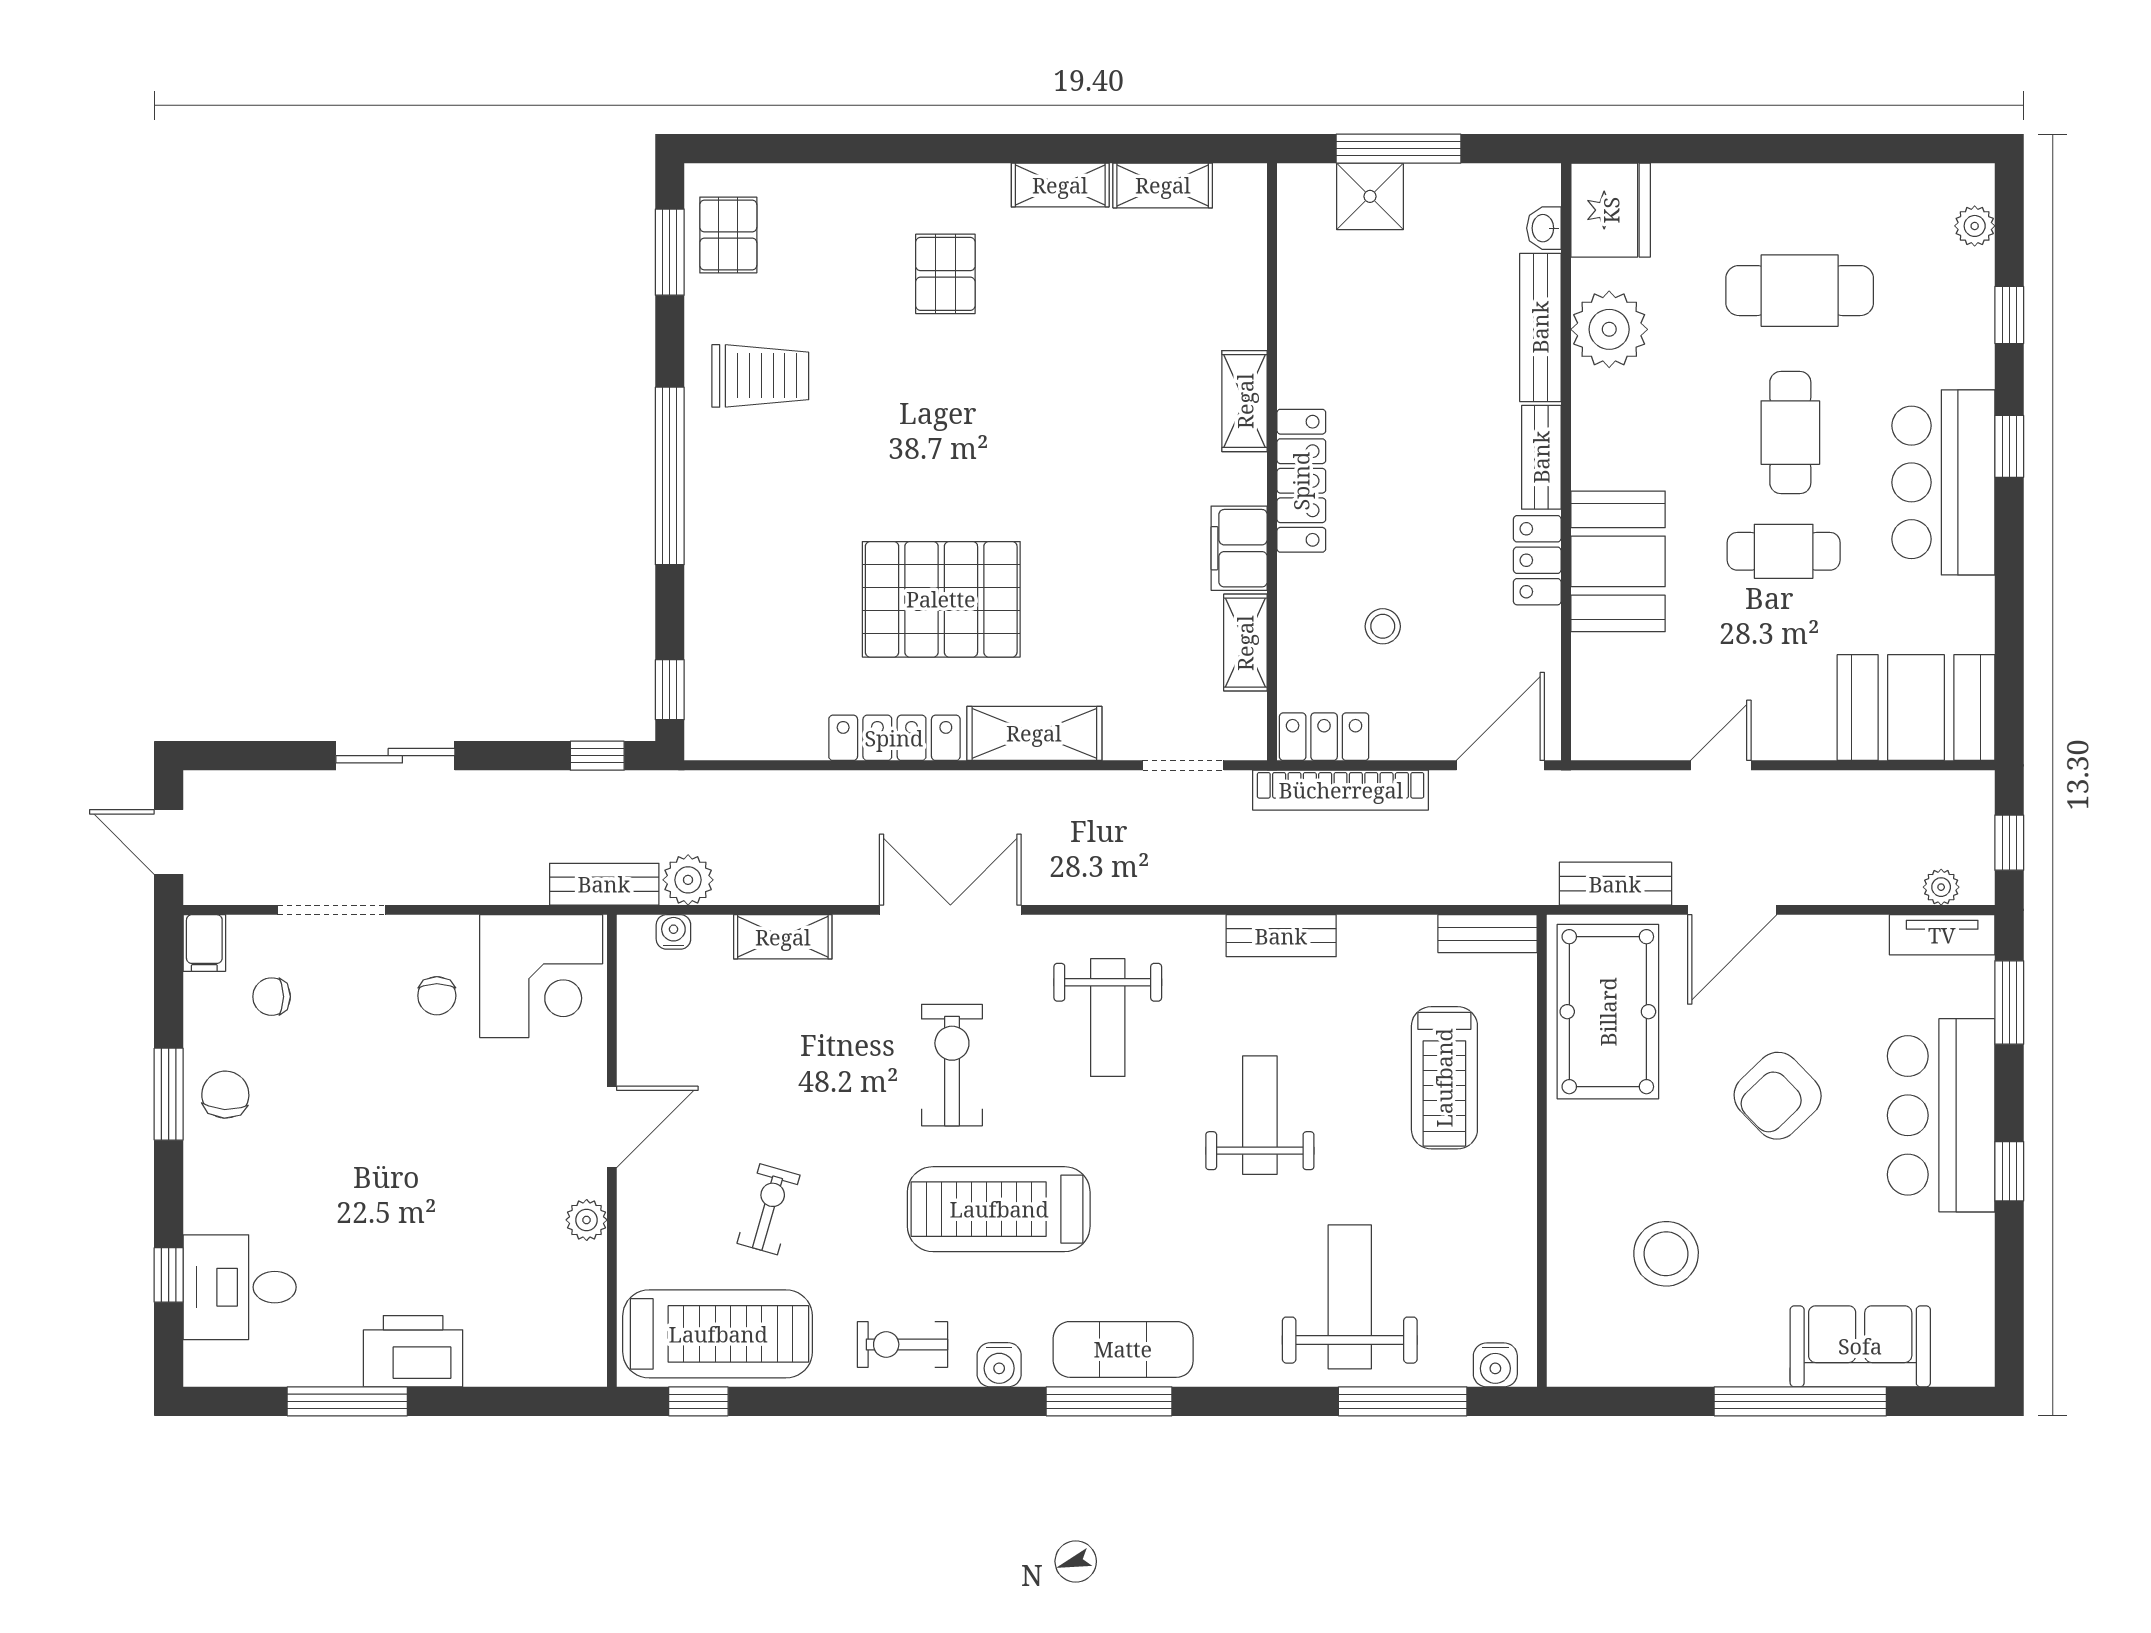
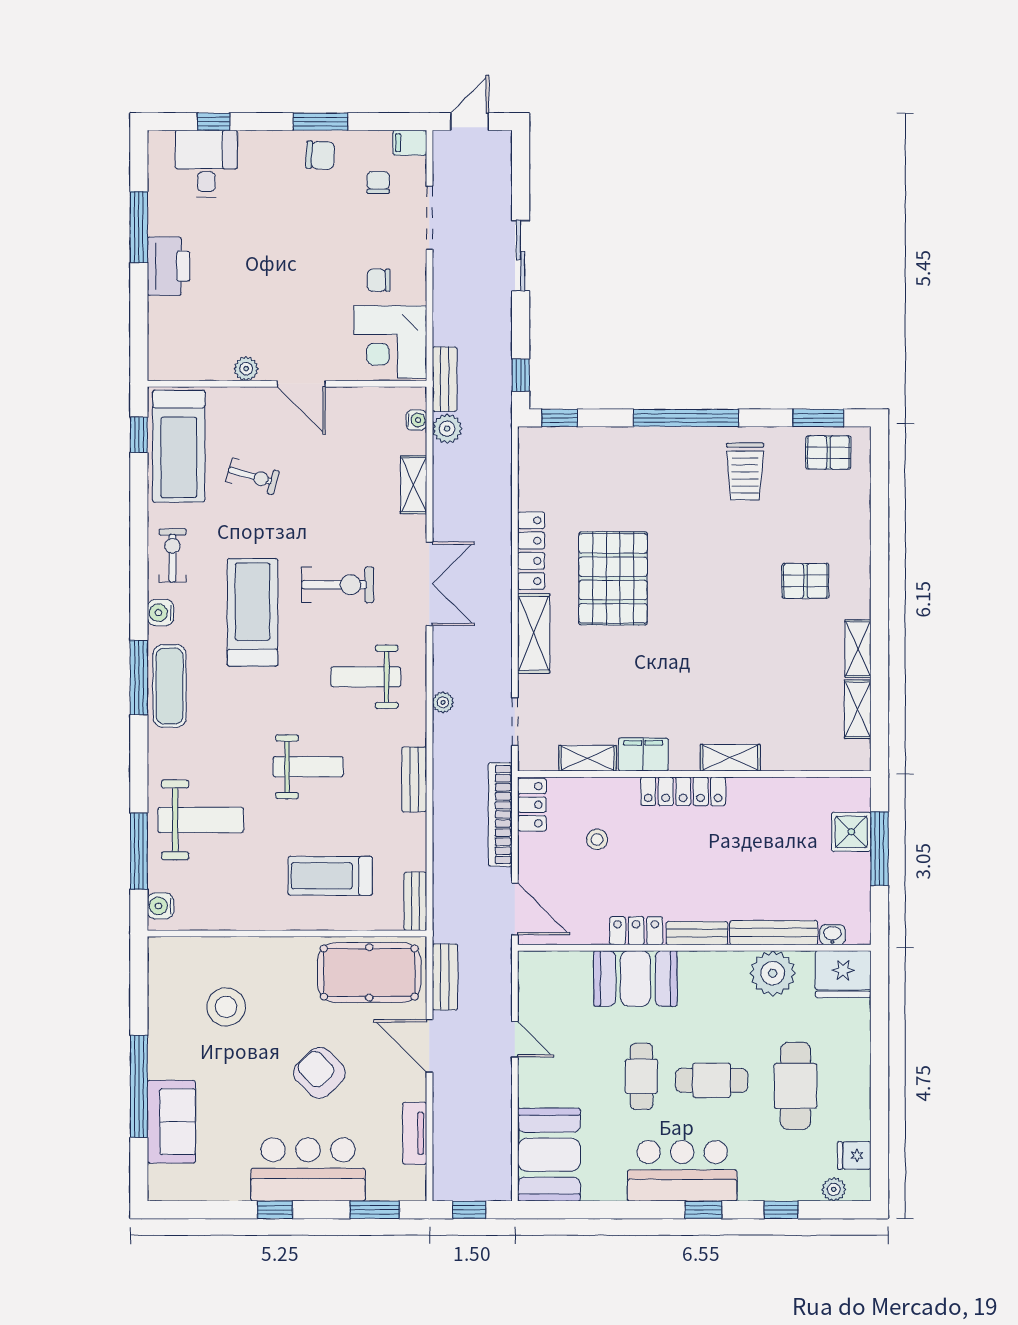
fridge: (1917, 191) -> (854, 1155), added
plant: (1941, 887) -> (443, 702), moved
tv unit: (1942, 935) -> (415, 1133), moved

